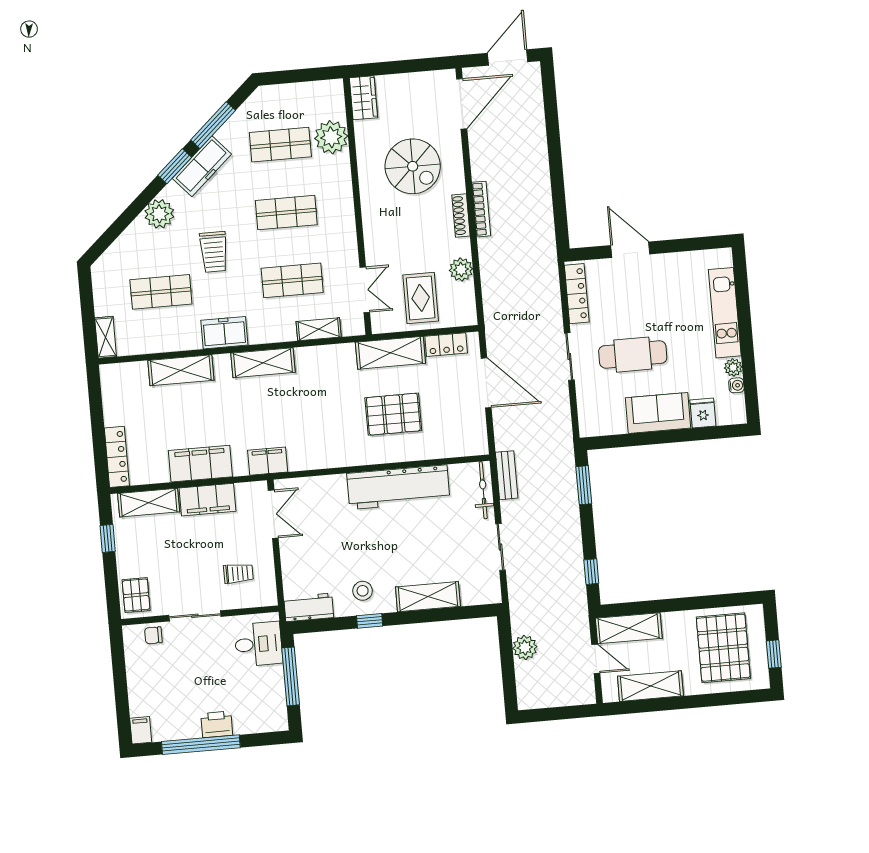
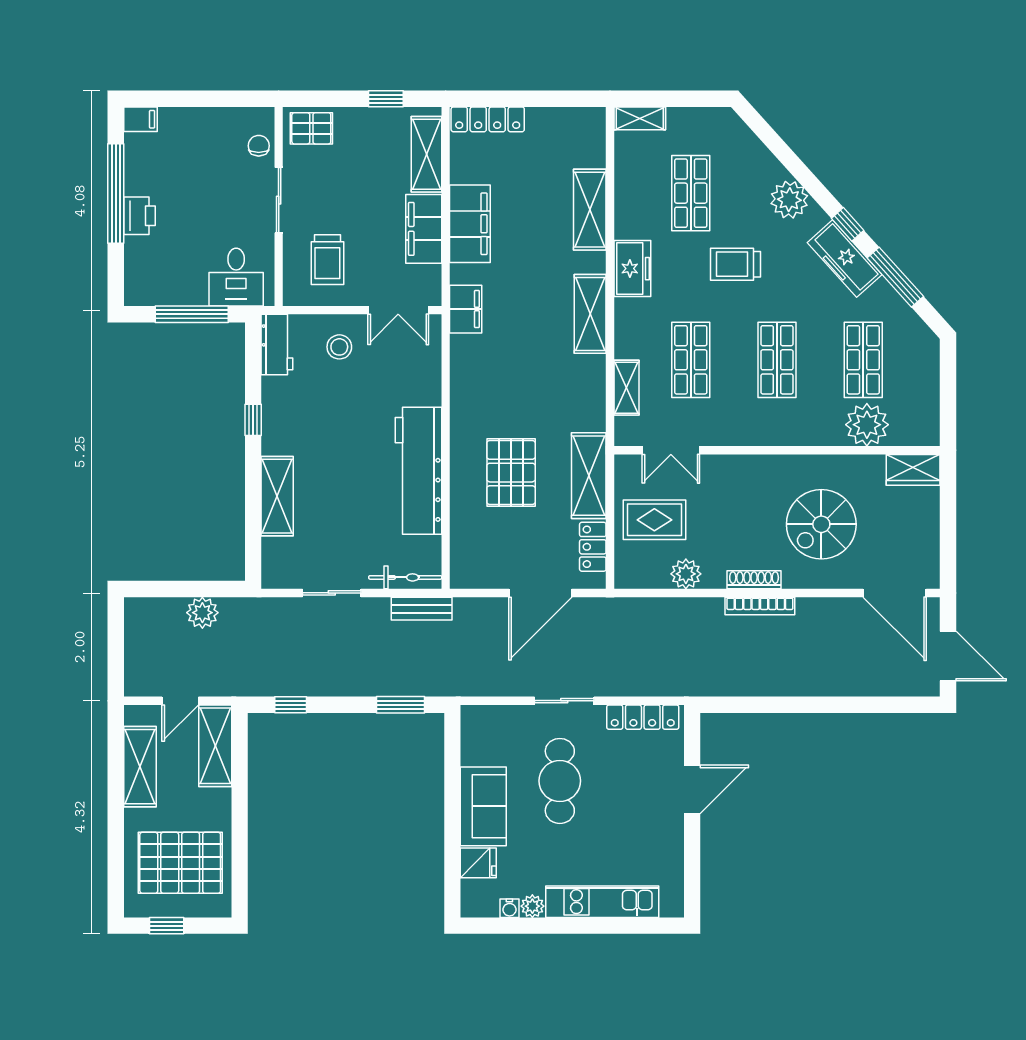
window: (175, 166) -> (848, 224), width x0.67
trolley: (238, 573) -> (327, 260), width x1.36, depth x1.39
stool: (363, 591) -> (339, 347), moved

